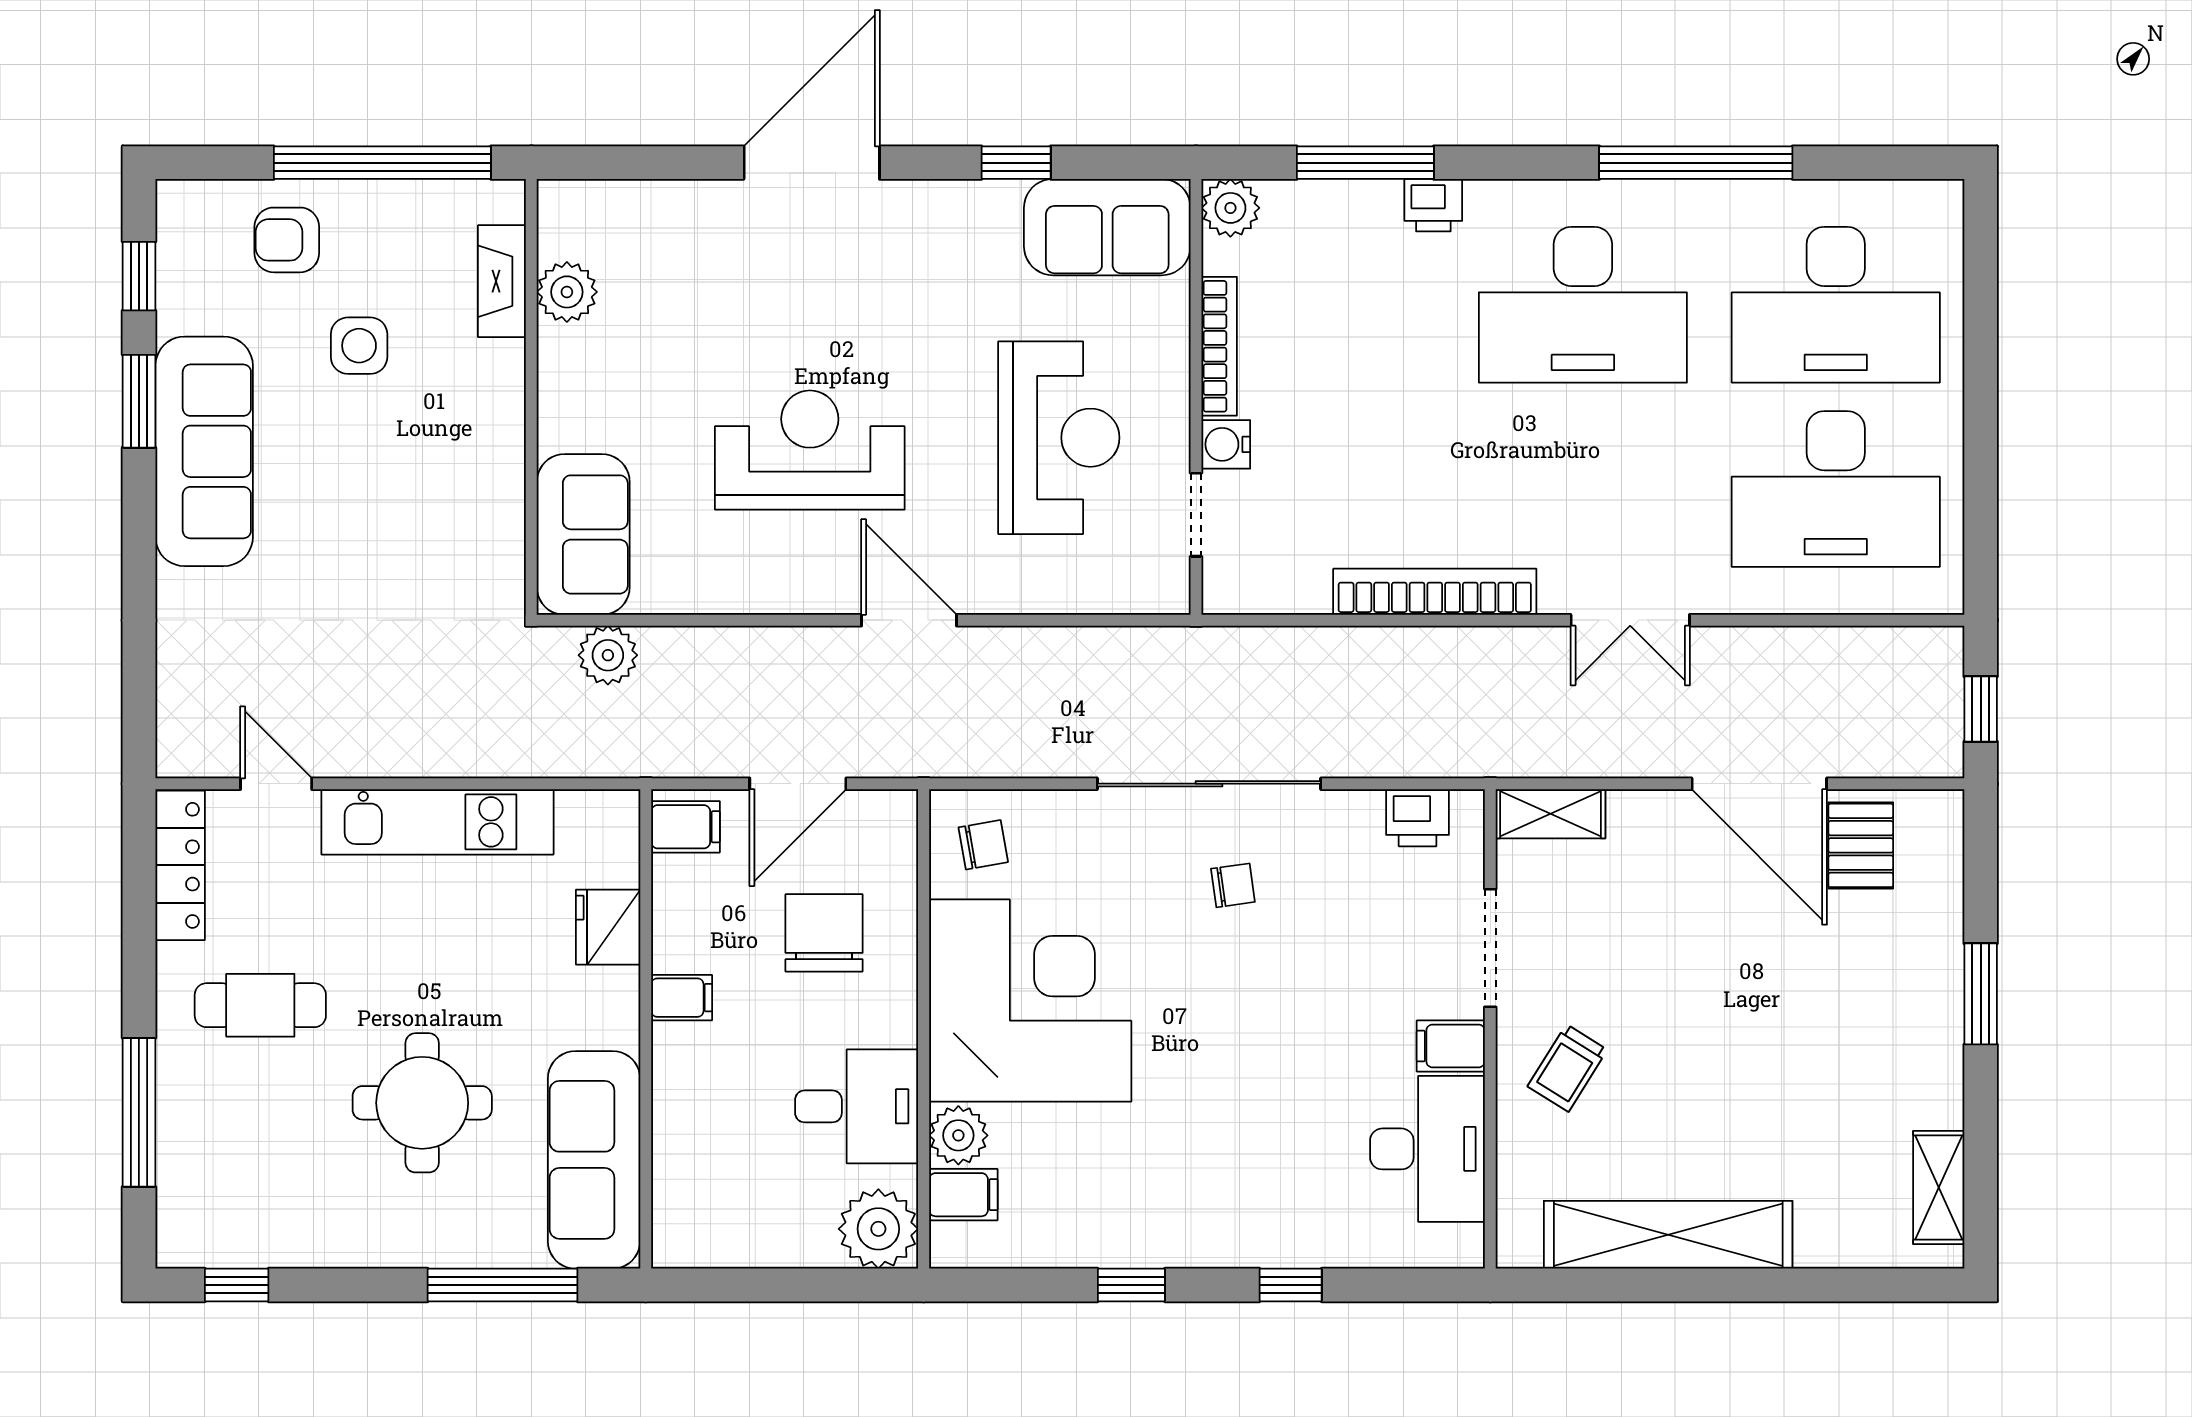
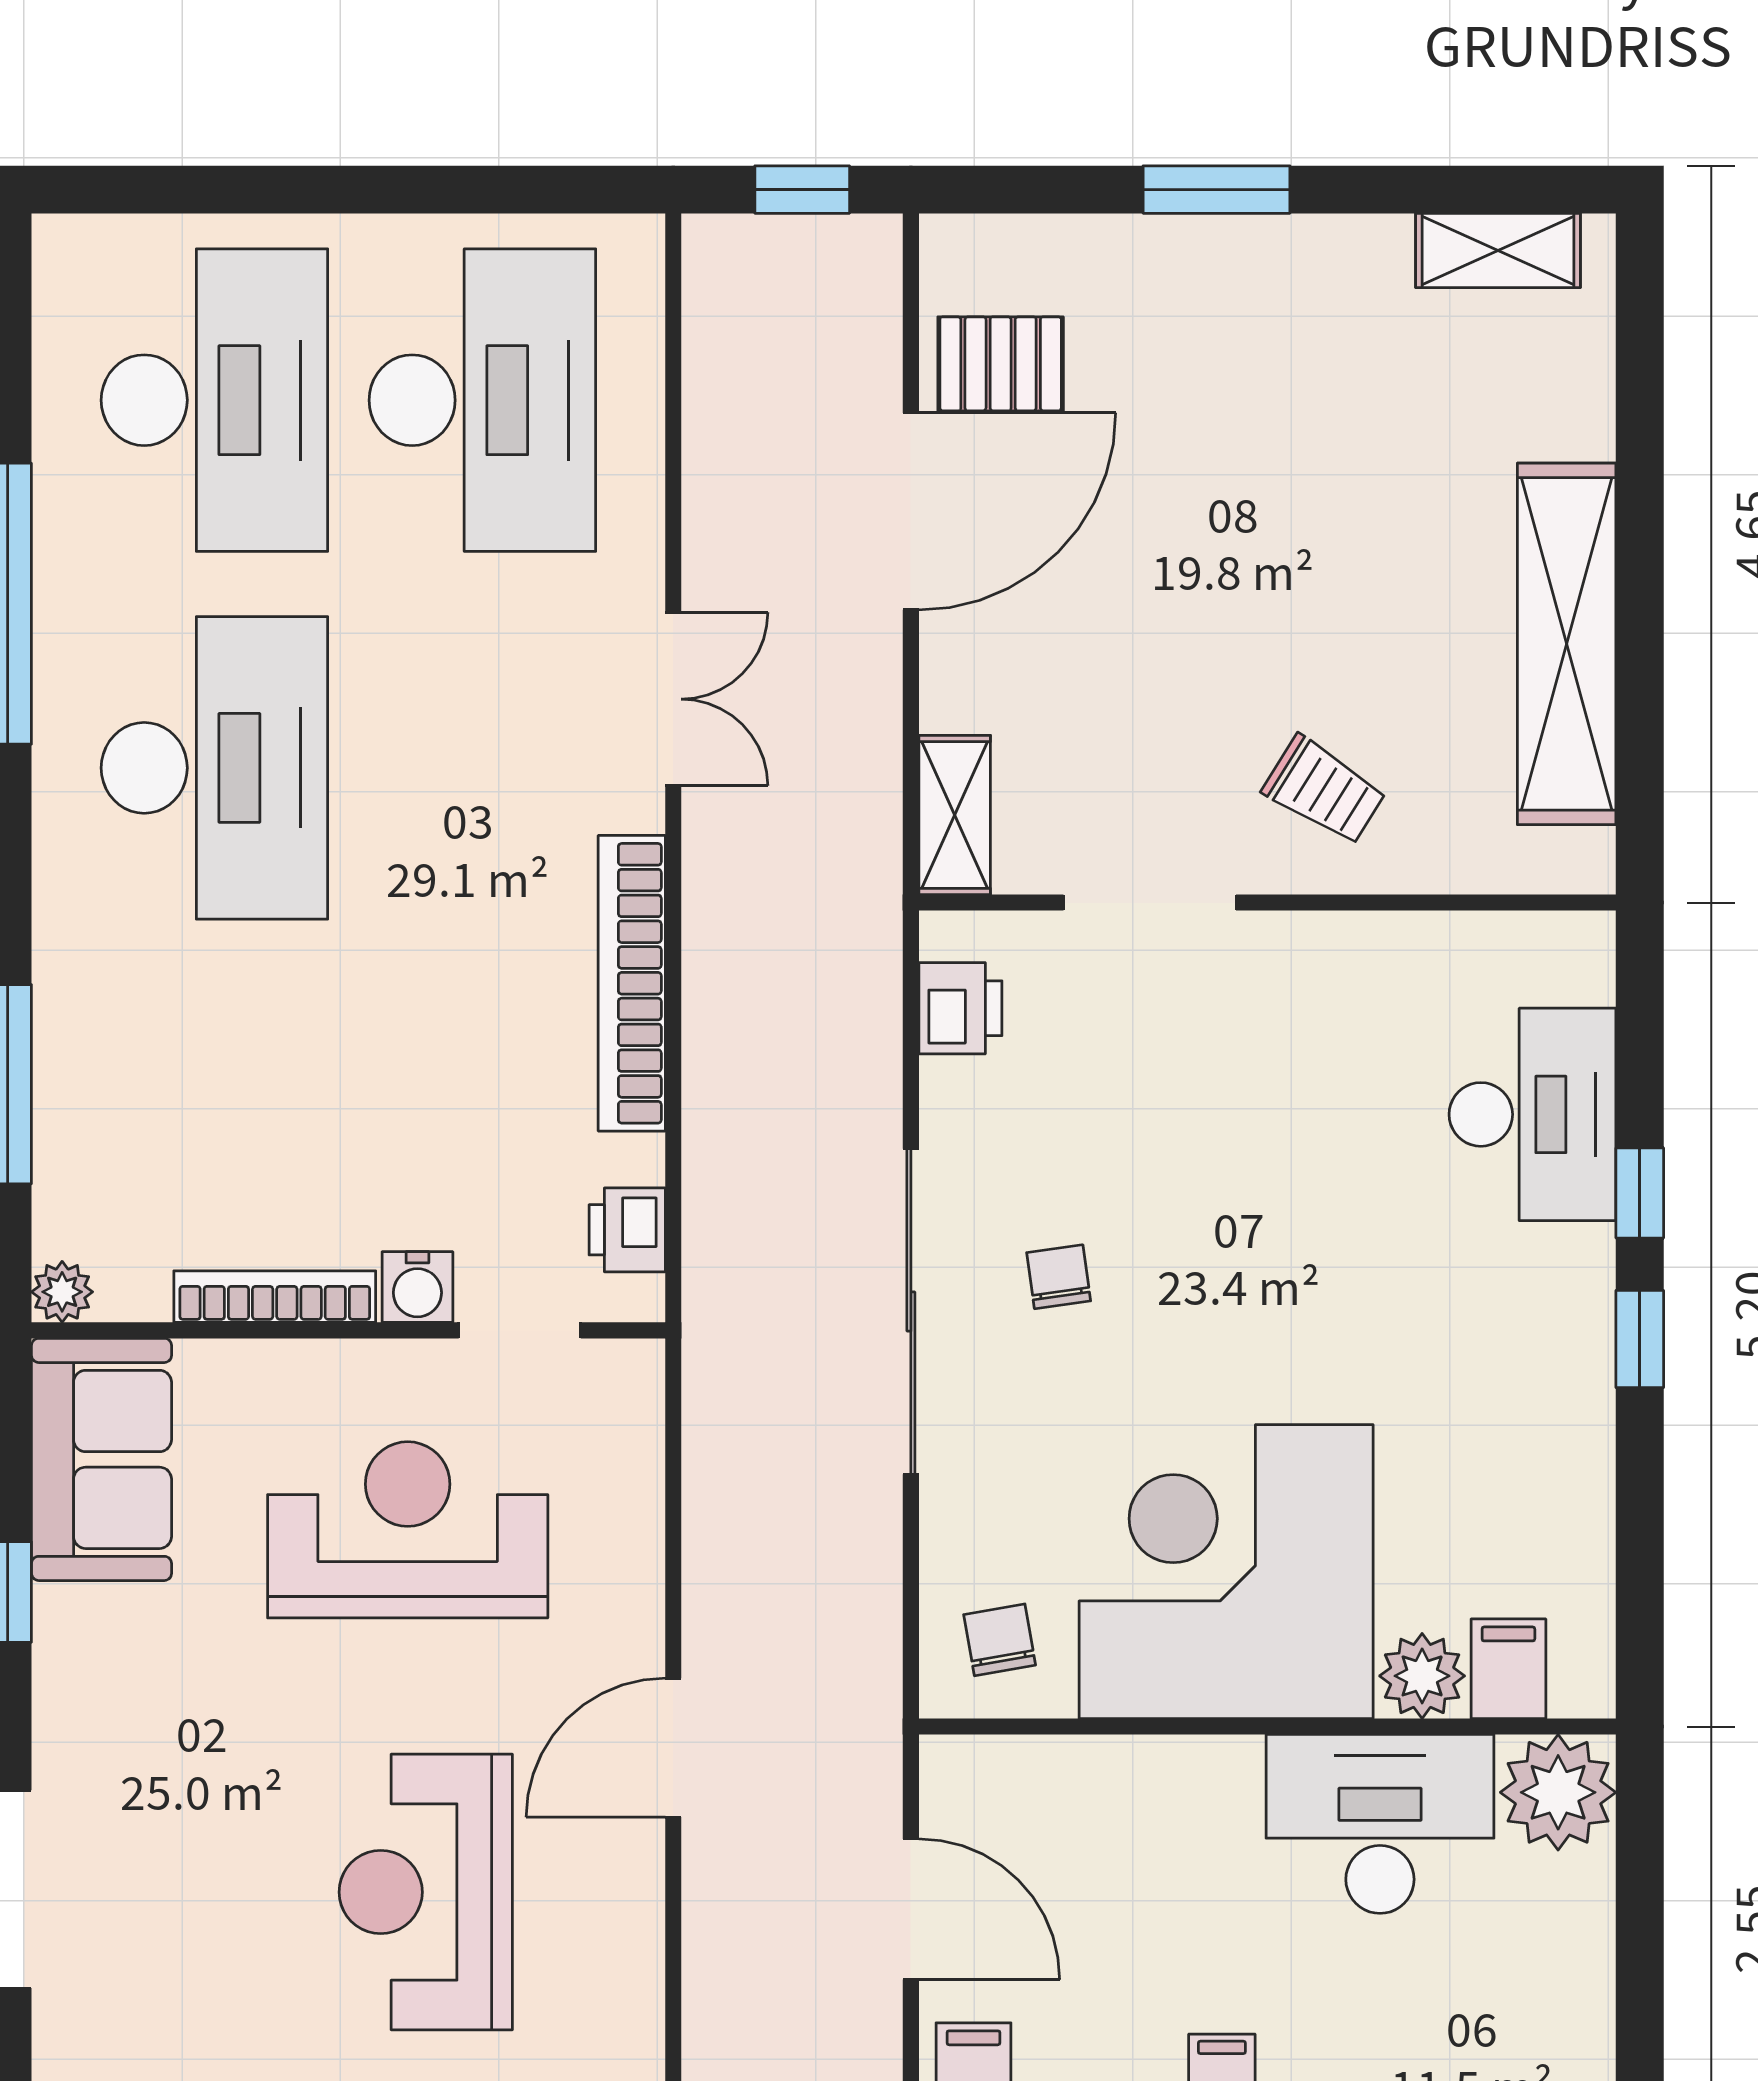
printer: (1433, 205) -> (627, 1230), moved, turned 180
plant: (1230, 208) -> (62, 1292), width x0.73, depth x0.73
chair: (824, 933) -> (1128, 1871), removed
filing cabinet: (1451, 1046) -> (1292, 960), removed
desk: (857, 1106) -> (1380, 1824), width x1.37
desk: (1427, 1149) -> (1533, 1114), moved, turned 90
window: (1131, 1285) -> (1640, 1339), moved

